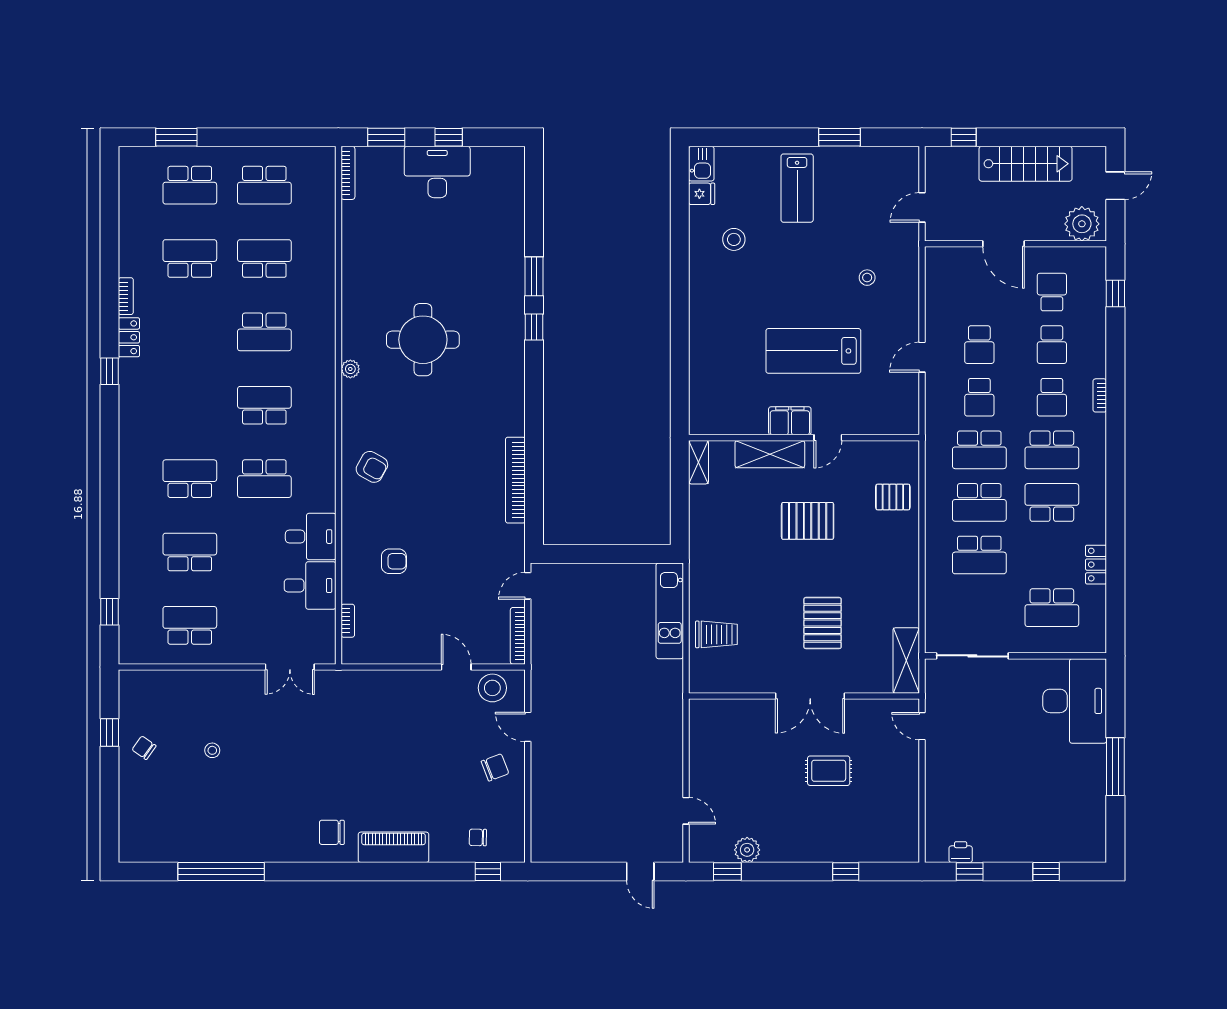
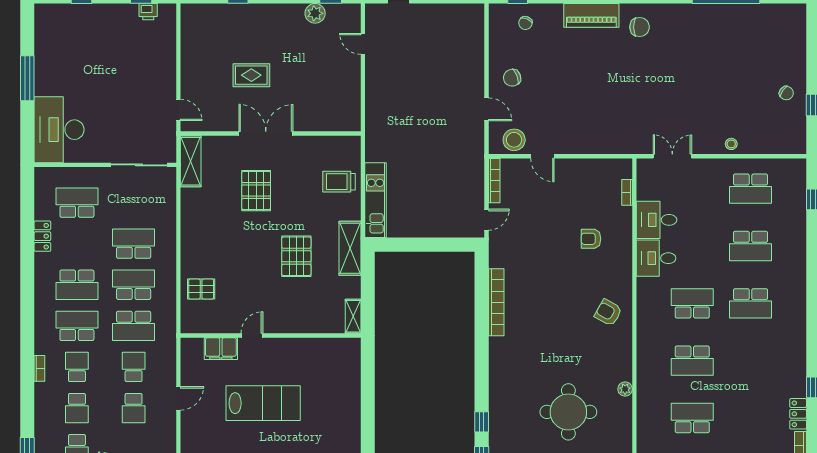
school desk: (979, 345) -> (134, 408), turned 180
school desk: (1052, 345) -> (77, 408), turned 180
filing cabinet: (790, 421) -> (221, 349), moved
school desk: (979, 450) -> (134, 326), turned 180
shelving: (770, 454) -> (350, 248), moved, turned 90
pallet: (808, 521) -> (296, 256), moved, turned 90
stool: (212, 750) -> (731, 144), moved
chair: (478, 837) -> (525, 23), turned 112

